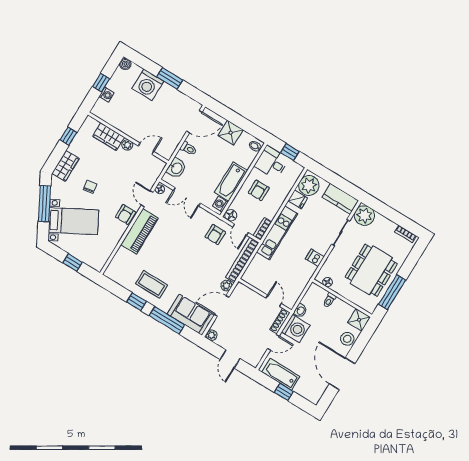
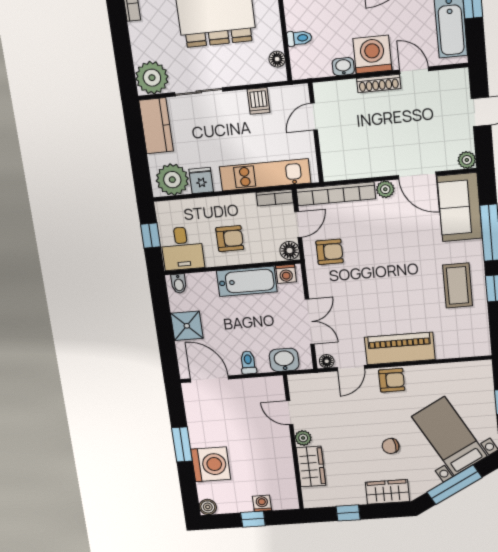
wall: (265, 296) -> (316, 133), moved
door: (274, 301) -> (314, 117), moved

